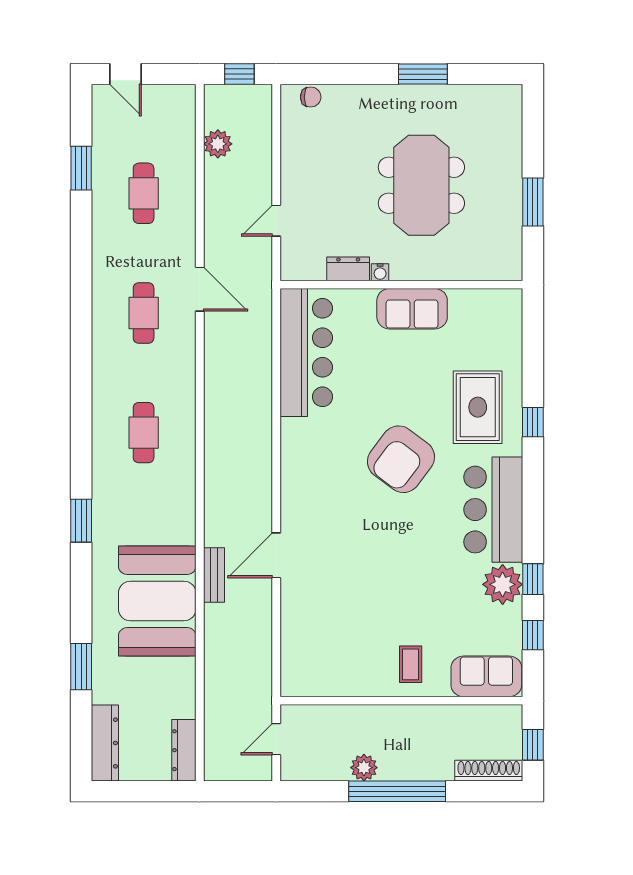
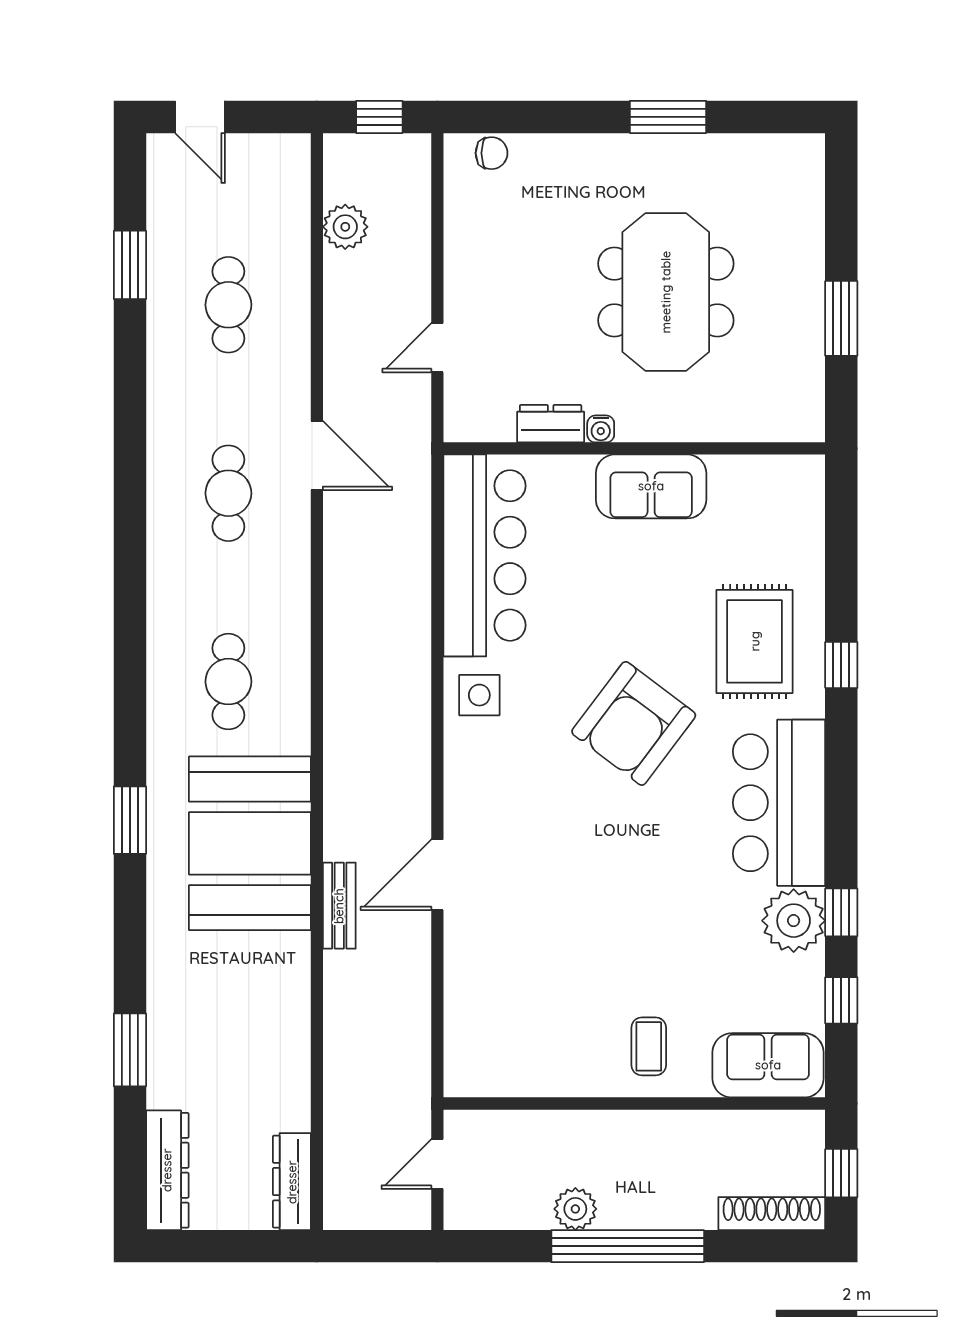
side table: (303, 441) -> (479, 695), added
booth: (157, 601) -> (250, 843), moved

